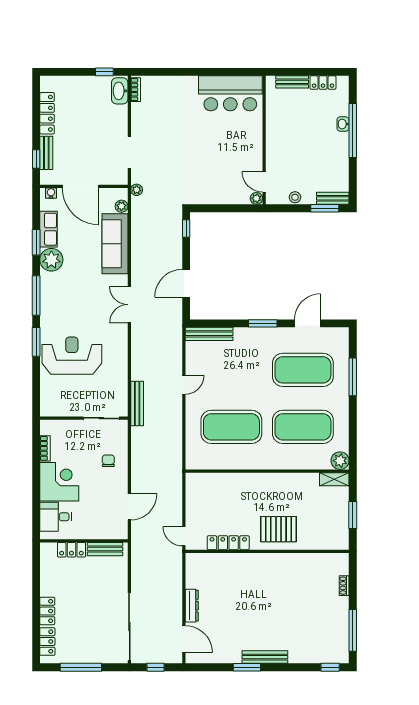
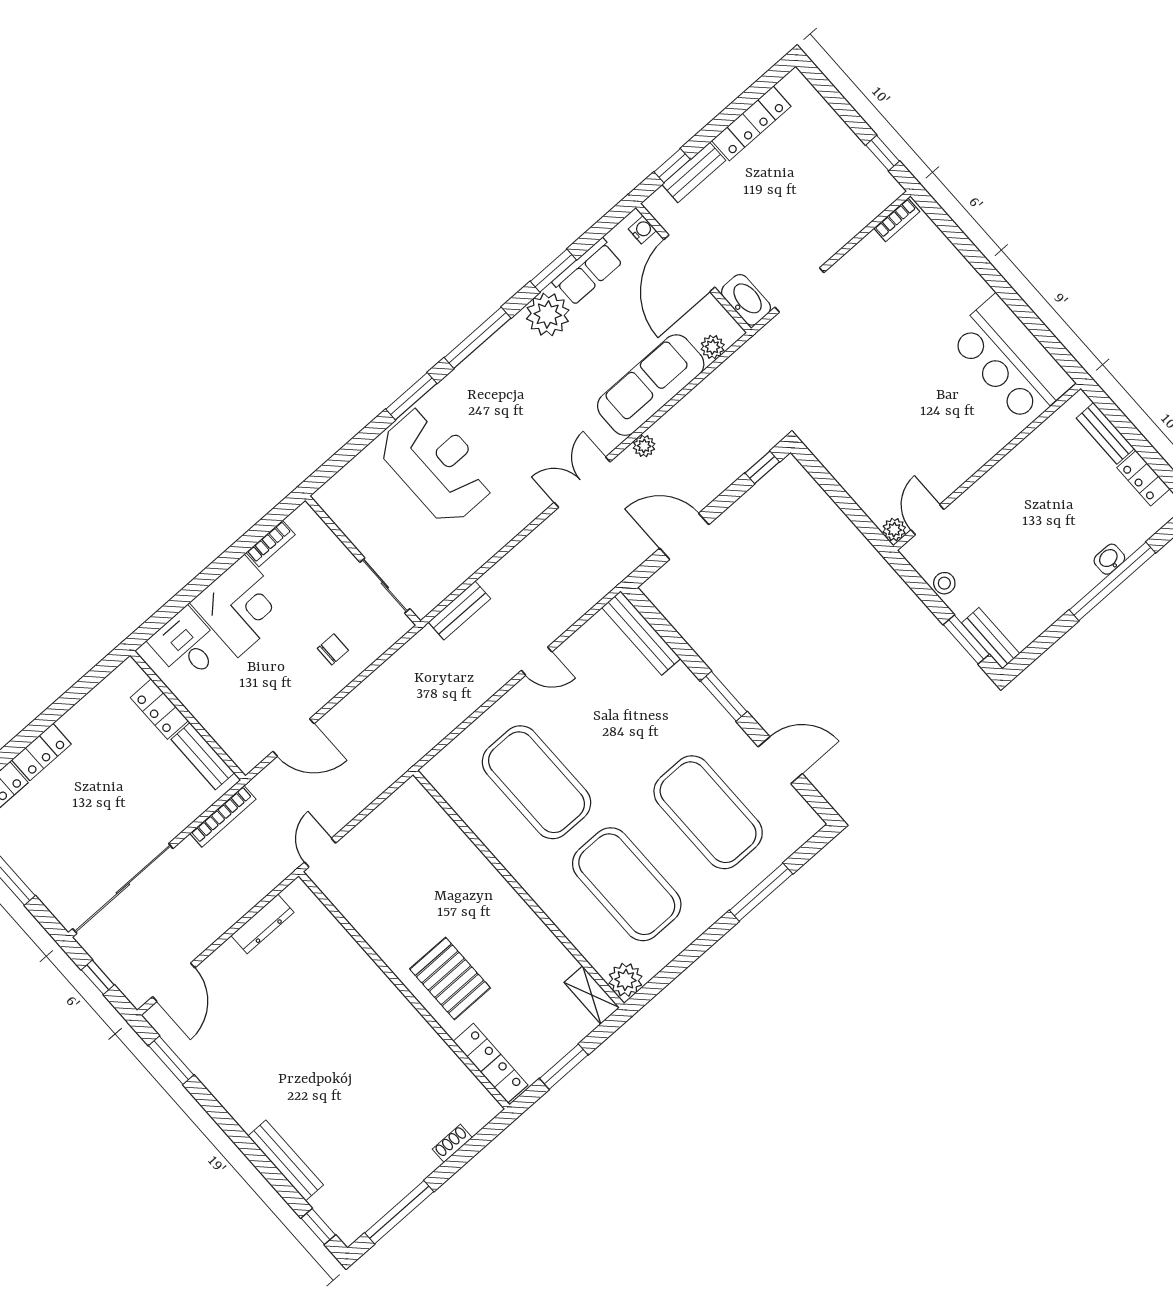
washbasin: (120, 91) -> (746, 300), moved, turned 90
plant: (137, 190) -> (644, 446), moved
bench: (137, 403) -> (459, 610), width x0.73
locker: (228, 543) -> (491, 1063), moved
bookcase: (136, 562) -> (223, 816), added
dresser: (192, 606) -> (262, 924), moved
bench: (265, 657) -> (286, 1160), moved
window: (247, 667) -> (171, 1060), moved

